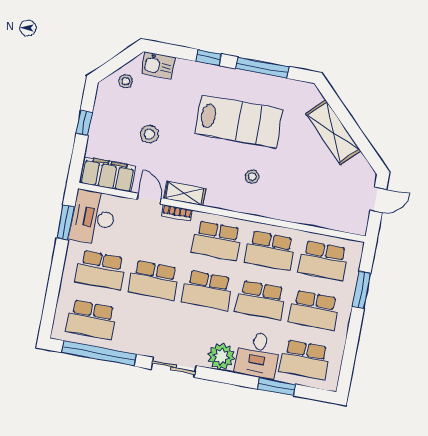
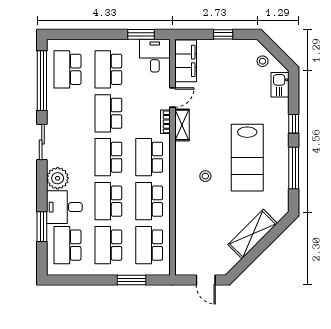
stool: (149, 134) -> (224, 88), removed
desk: (93, 218) -> (155, 56), width x0.73

